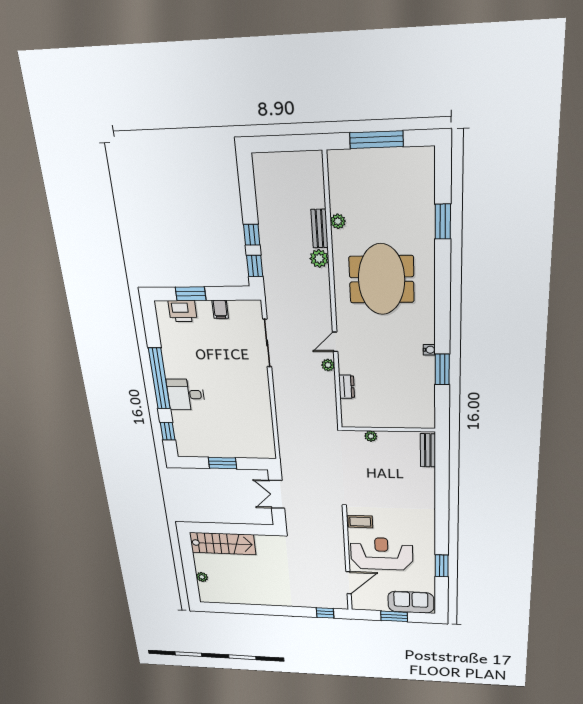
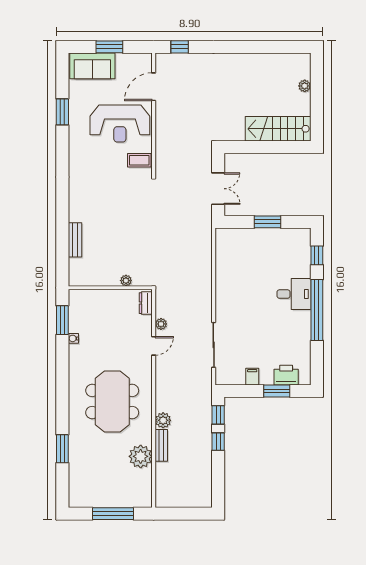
plant: (338, 221) -> (141, 456), width x1.87, depth x1.87
wall: (388, 429) -> (110, 288), moved
plant: (371, 436) -> (126, 281), moved

